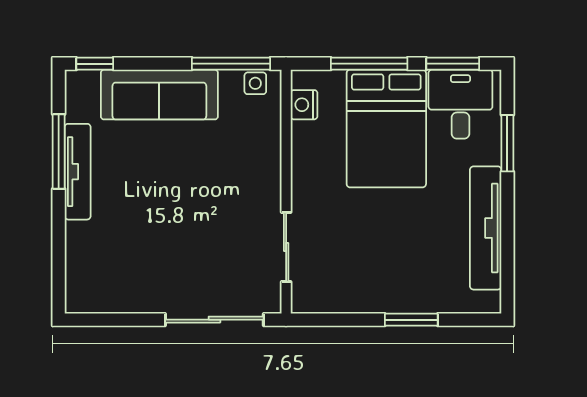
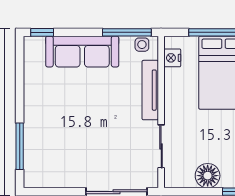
window: (59, 151) -> (20, 146), moved
tv unit: (78, 172) -> (150, 90), moved, turned 180
floor lamp: (361, 294) -> (208, 176), added

